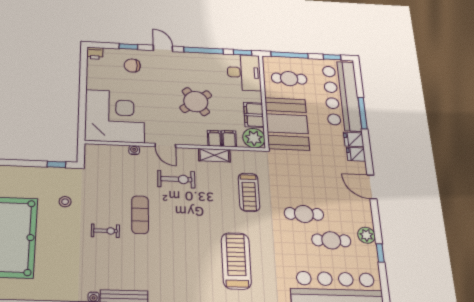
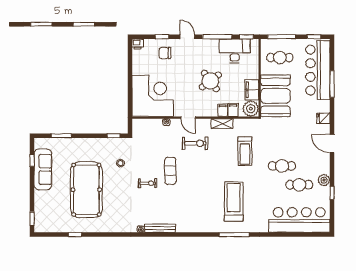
desk: (244, 72) -> (235, 51), moved, turned -90
fridge: (354, 139) -> (323, 106), removed

